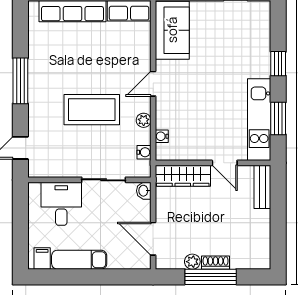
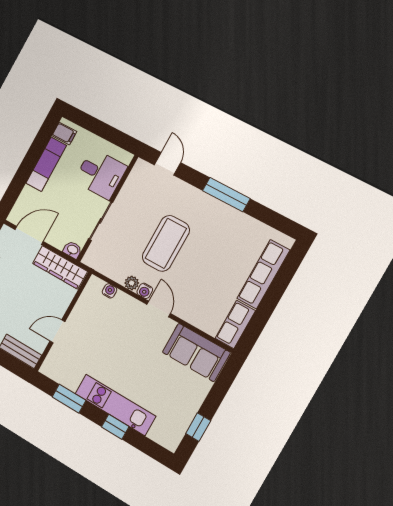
kitchen unit: (259, 120) -> (115, 405), moved
water cooler: (144, 152) -> (145, 291), moved
wardrobe: (183, 176) -> (60, 267), moved, turned -90

